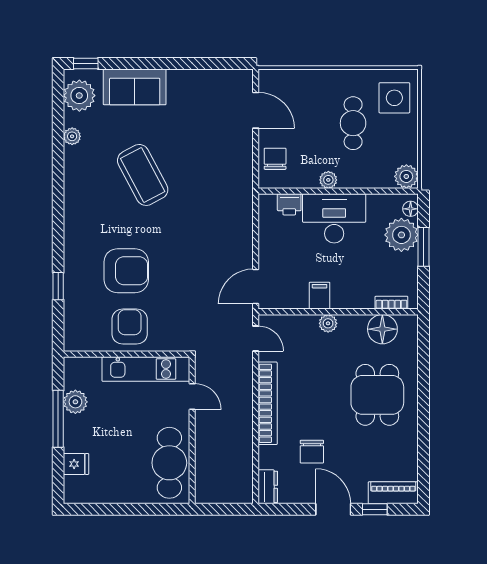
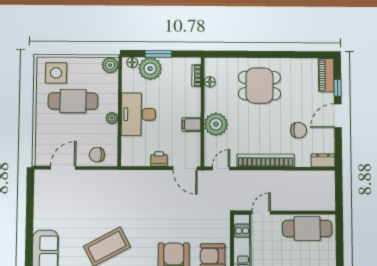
cafe table: (353, 123) -> (73, 101), width x1.37, depth x1.35
printer: (289, 204) -> (159, 159), moved, turned -90
plant: (328, 323) -> (216, 124), width x1.88, depth x1.88
floor lamp: (382, 329) -> (210, 82), width x0.53, depth x0.53

